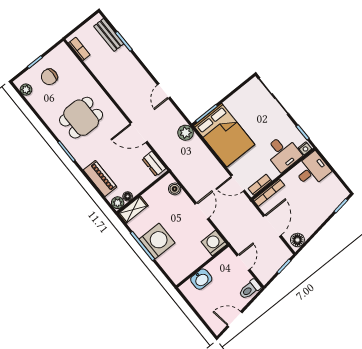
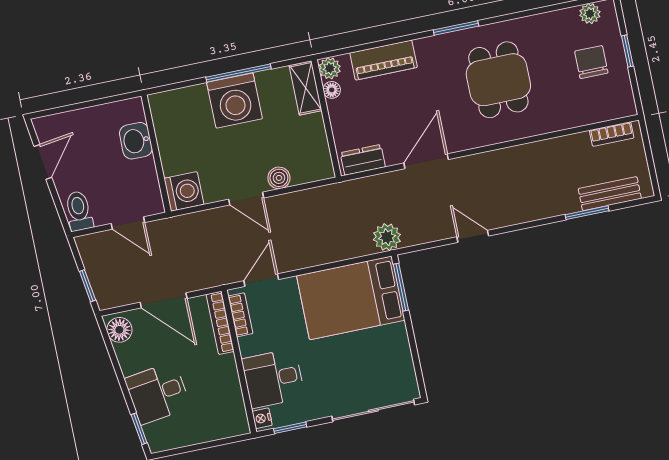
desk: (312, 170) -> (158, 393), moved, turned 82
boiler: (175, 189) -> (279, 178), moved

